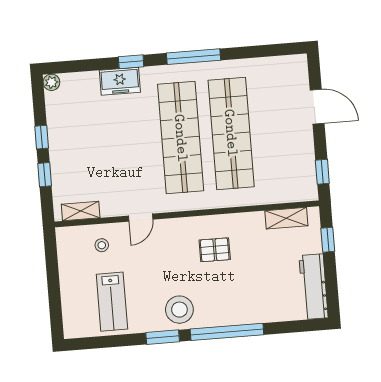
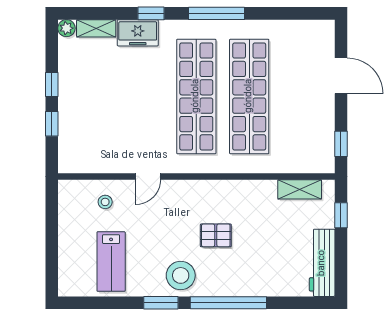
shelving: (81, 211) -> (96, 28), moved
pallet: (215, 250) -> (216, 235), moved

